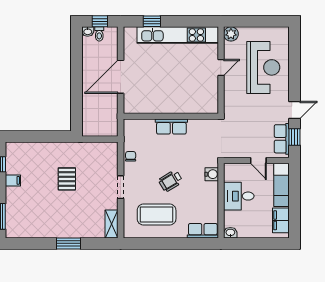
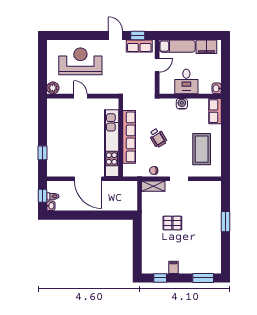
kitchen unit: (178, 35) -> (112, 143), moved, turned 180
row of seats: (171, 127) -> (129, 137), width x2.02
water cooler: (212, 174) -> (182, 104), moved
wheelchair: (171, 181) -> (158, 138), moved
shelving: (112, 224) -> (153, 186), moved

